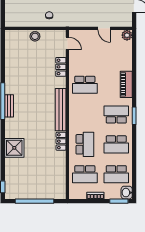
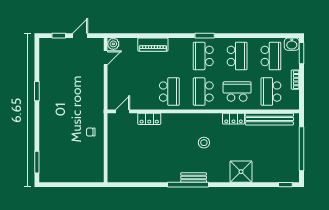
door: (104, 28) -> (106, 58), moved
stool: (35, 36) -> (204, 143), moved
piano: (126, 84) -> (153, 45), moved
bench: (61, 110) -> (269, 119), moved
school desk: (85, 115) -> (203, 92), added
school desk: (85, 174) -> (271, 92), turned 180

